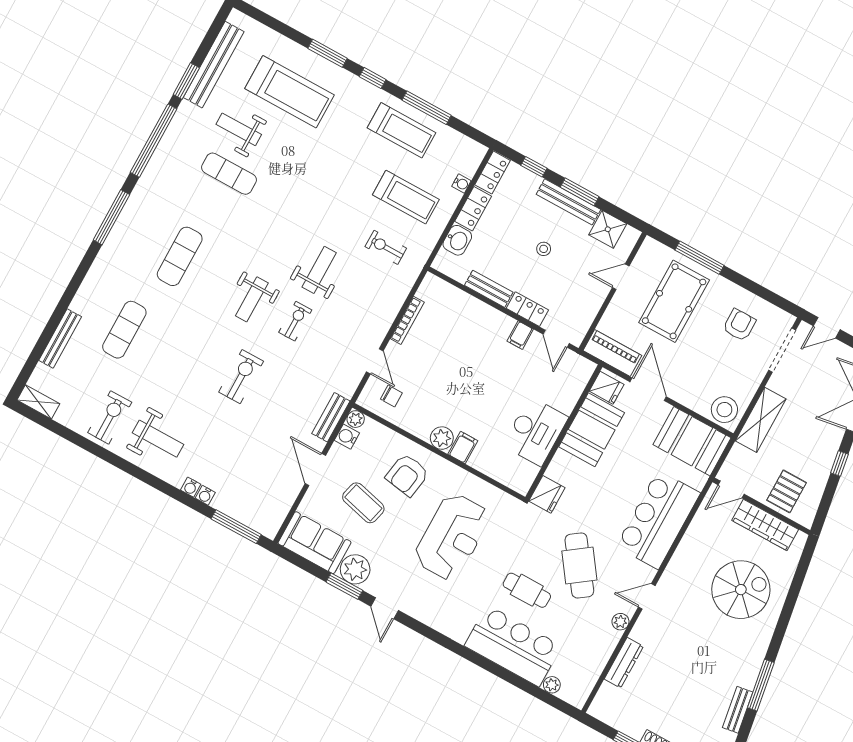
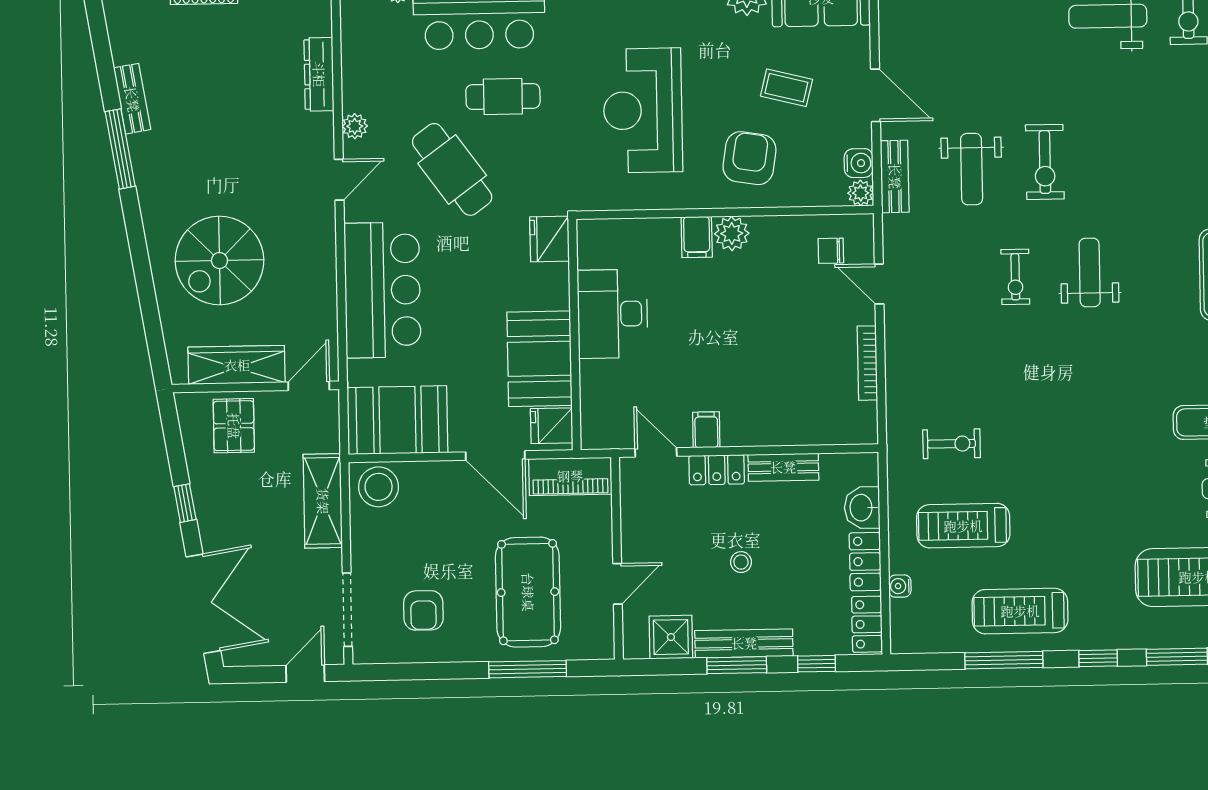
weight bench: (319, 270) -> (972, 169), moved
coffee table: (363, 503) -> (786, 88), width x0.73, depth x0.77

